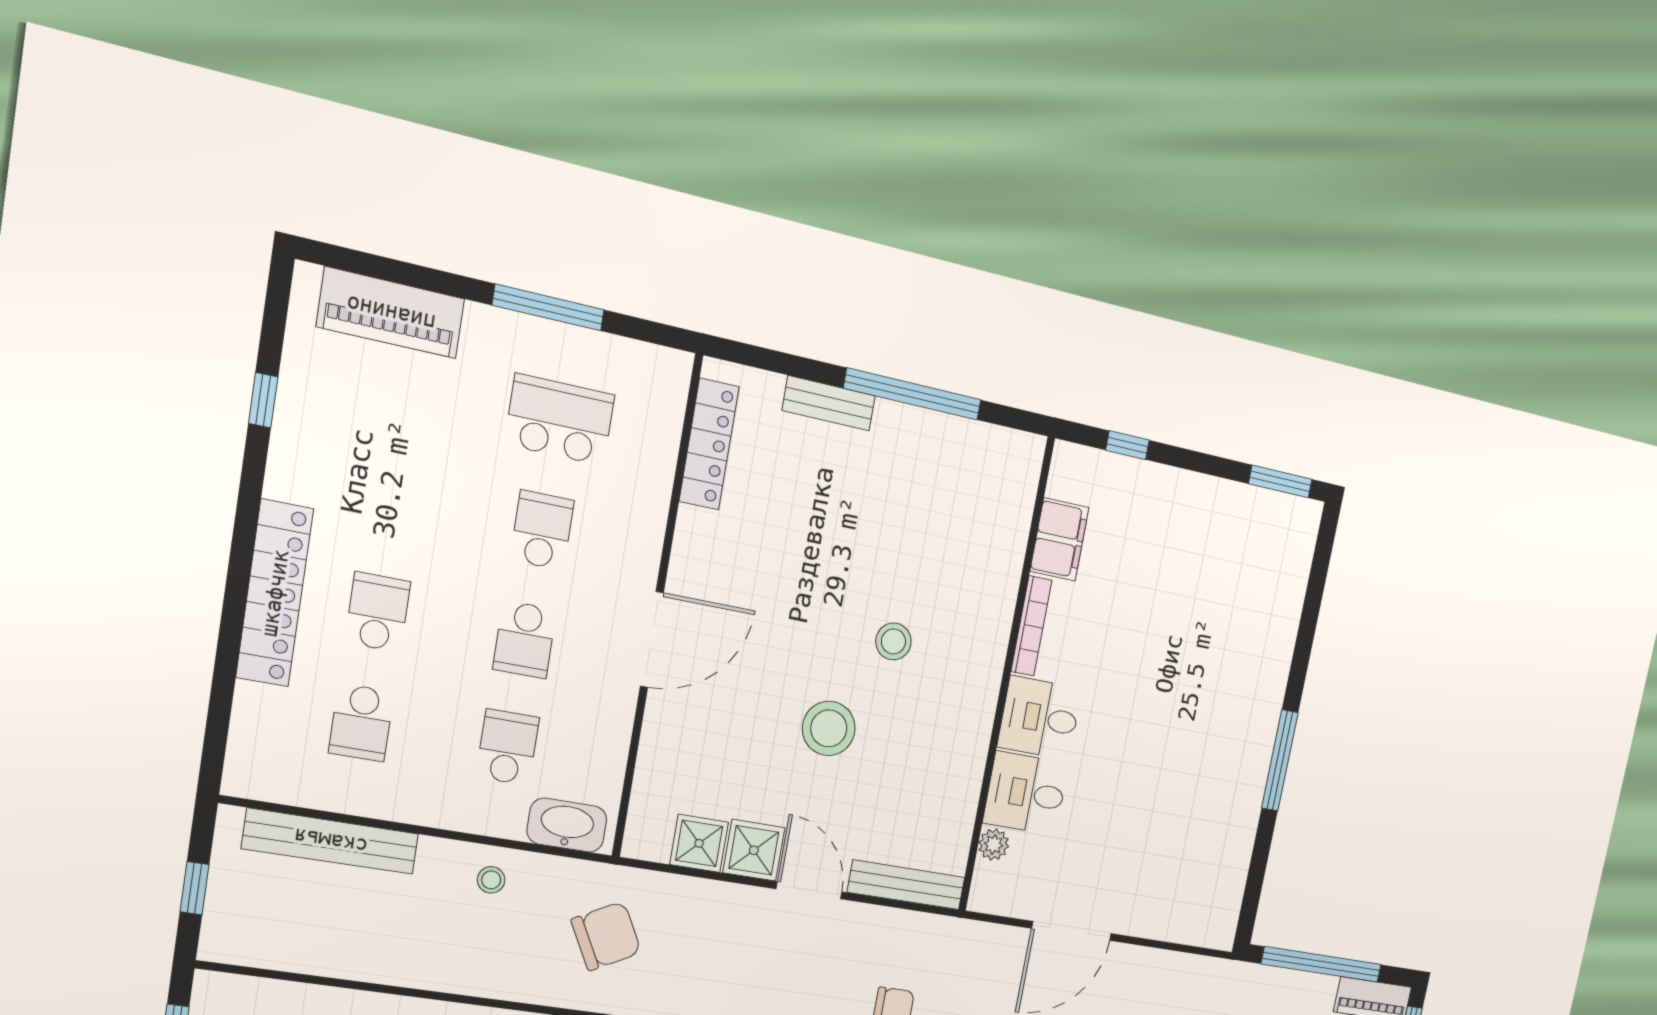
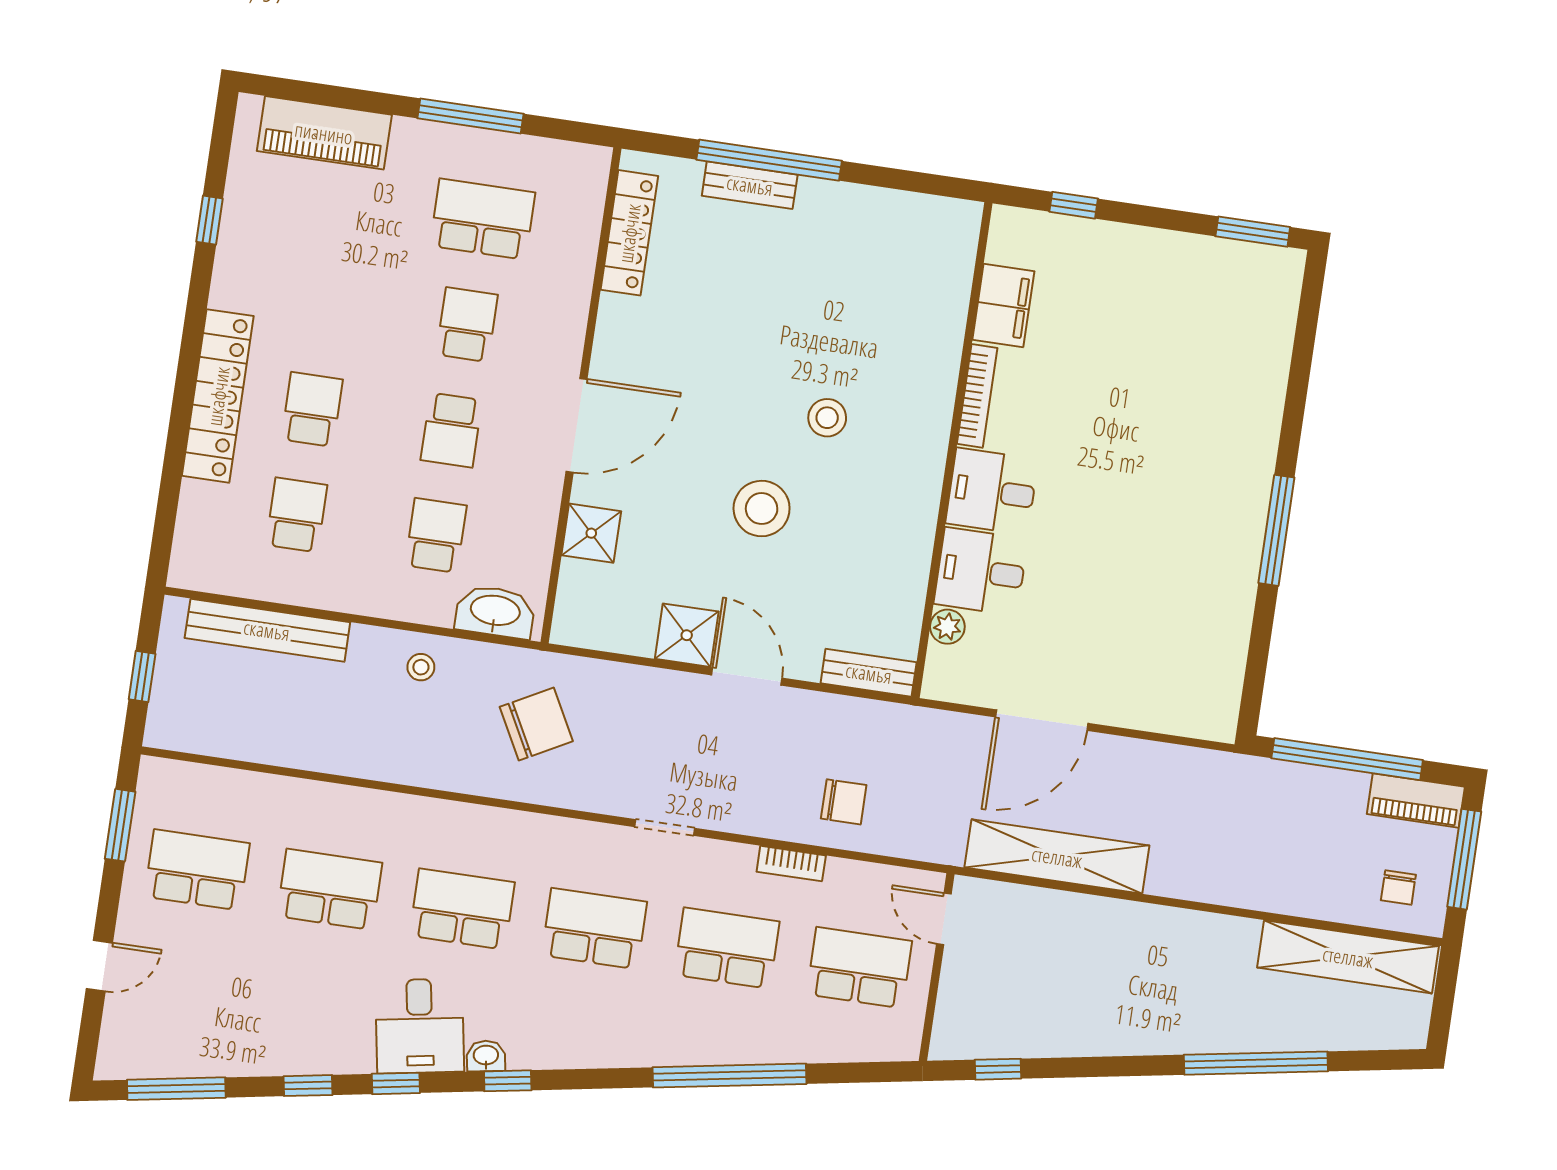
window: (913, 394) -> (769, 160), moved
school desk: (361, 722) -> (296, 515), turned 180
shower: (699, 843) -> (591, 533), moved
bench: (906, 885) -> (869, 673), width x0.73

